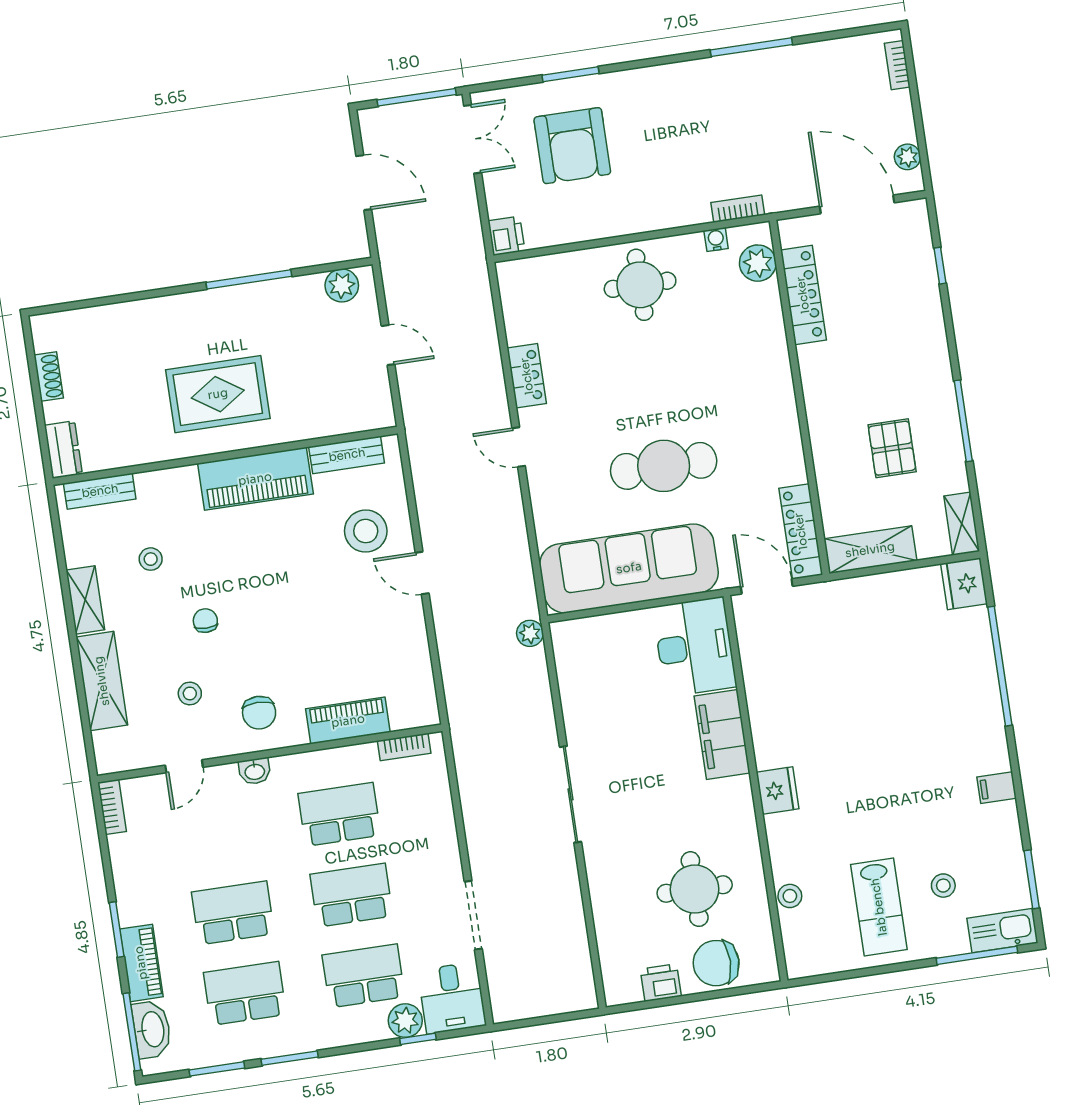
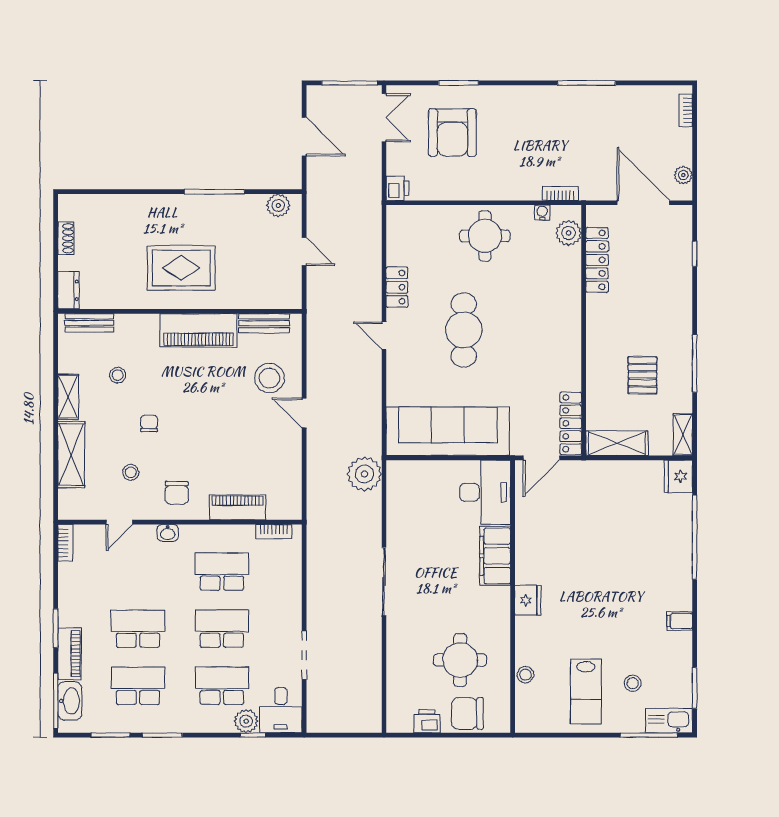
cafe table: (664, 466) -> (464, 330), moved, turned 90
door: (767, 586) -> (541, 458), swing flipped
plant: (530, 633) -> (364, 474), width x1.88, depth x1.88

